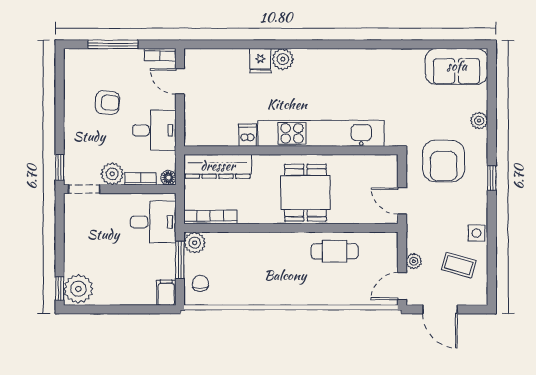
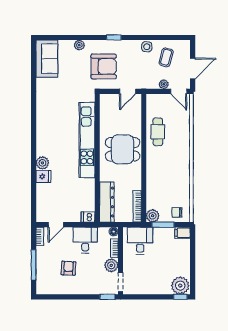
dishwasher: (248, 135) -> (88, 217), moved

